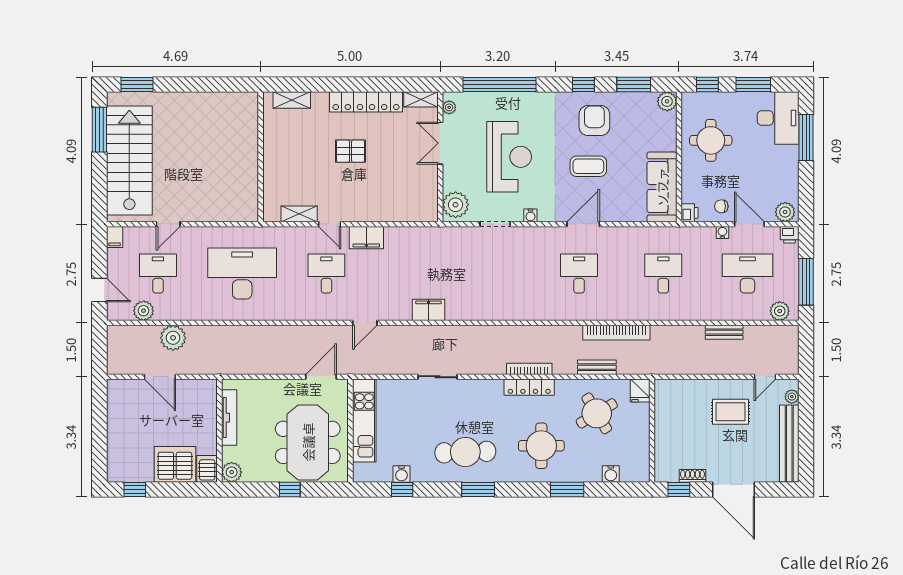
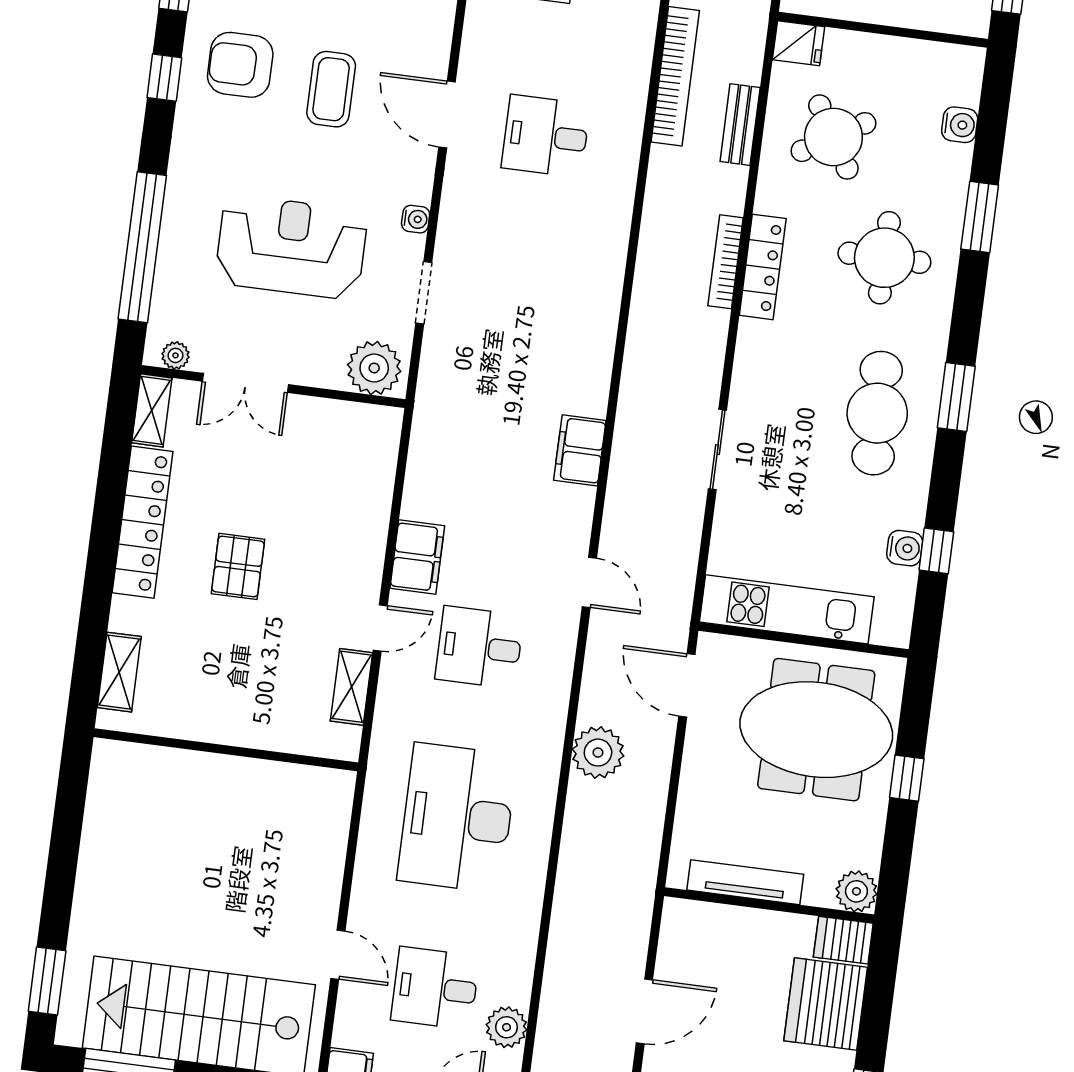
plant: (173, 338) -> (598, 753), moved

